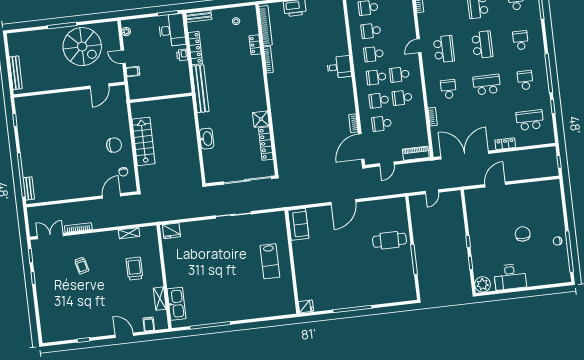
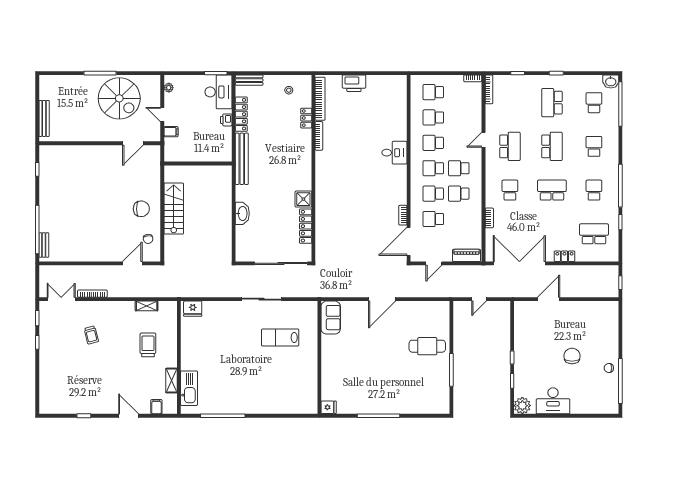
lab bench: (270, 261) -> (280, 337), moved, turned 90

